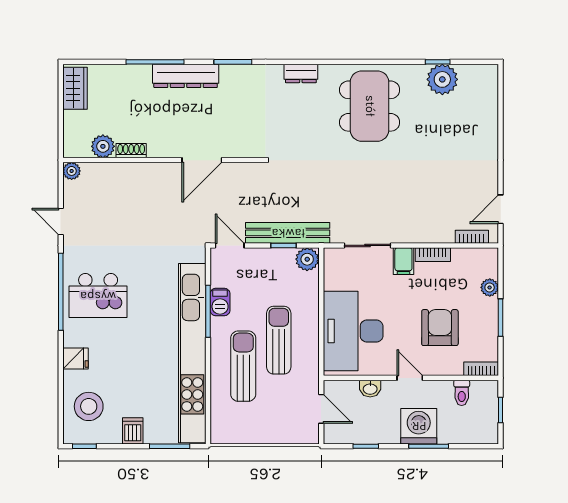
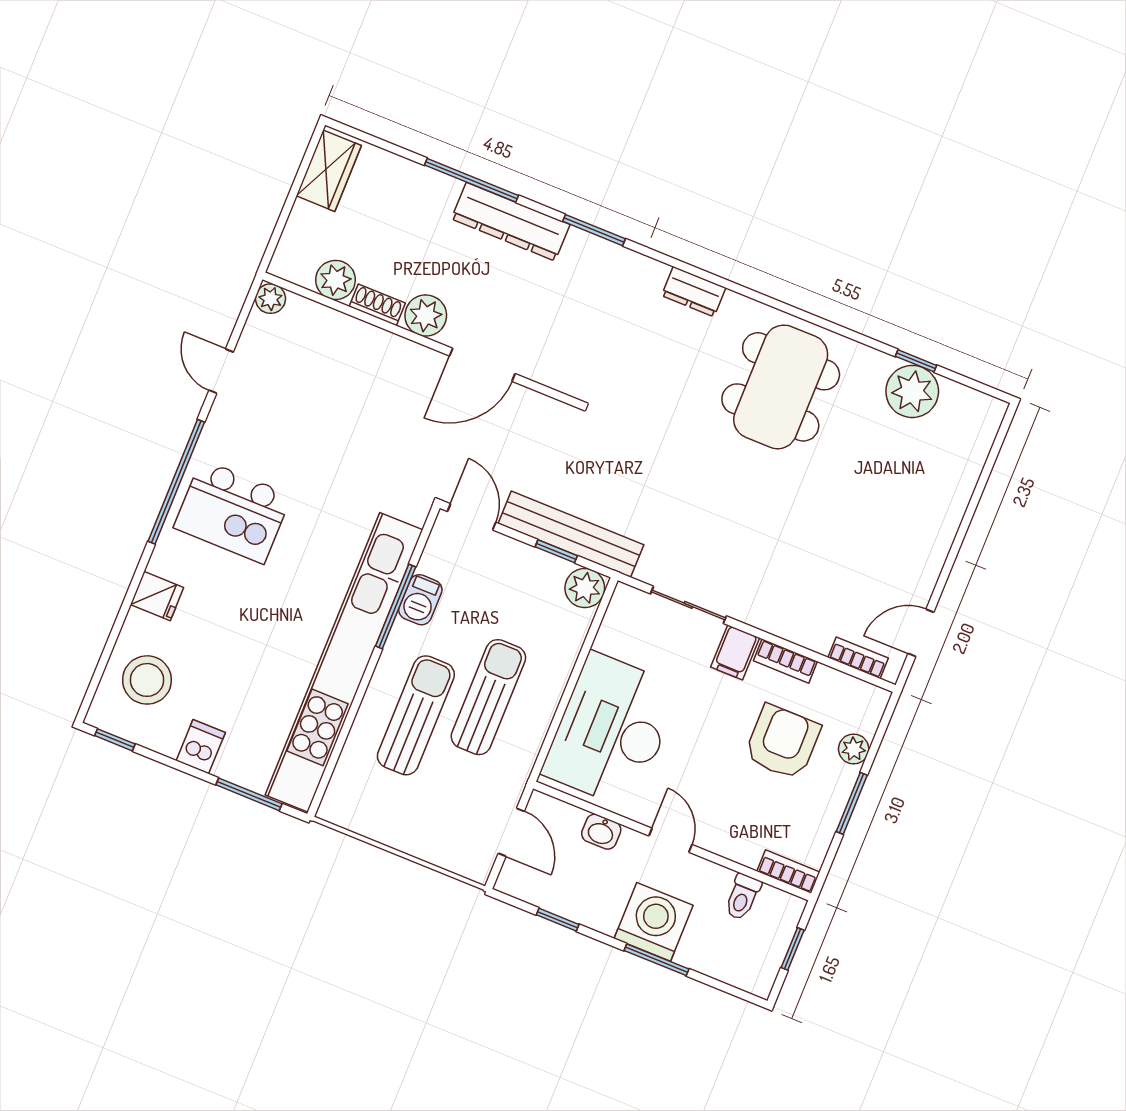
plant: (160, 146) -> (426, 316), added
armchair: (440, 328) -> (782, 742), moved

